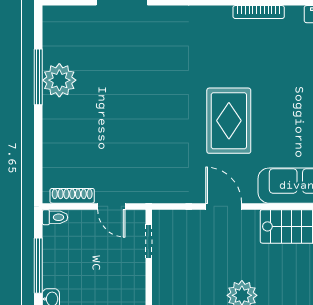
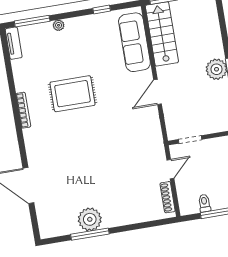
bookcase: (259, 12) -> (23, 110), moved
rug: (229, 121) -> (72, 94), moved
toilet: (55, 217) -> (204, 203), moved

